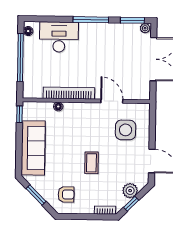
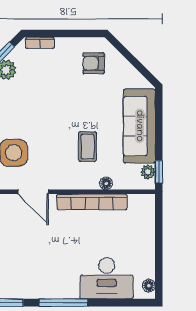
window: (20, 58) -> (159, 249), removed
plant: (27, 114) -> (148, 172), added
coffee table: (91, 163) -> (88, 147), moved
window: (36, 195) -> (135, 62), removed

